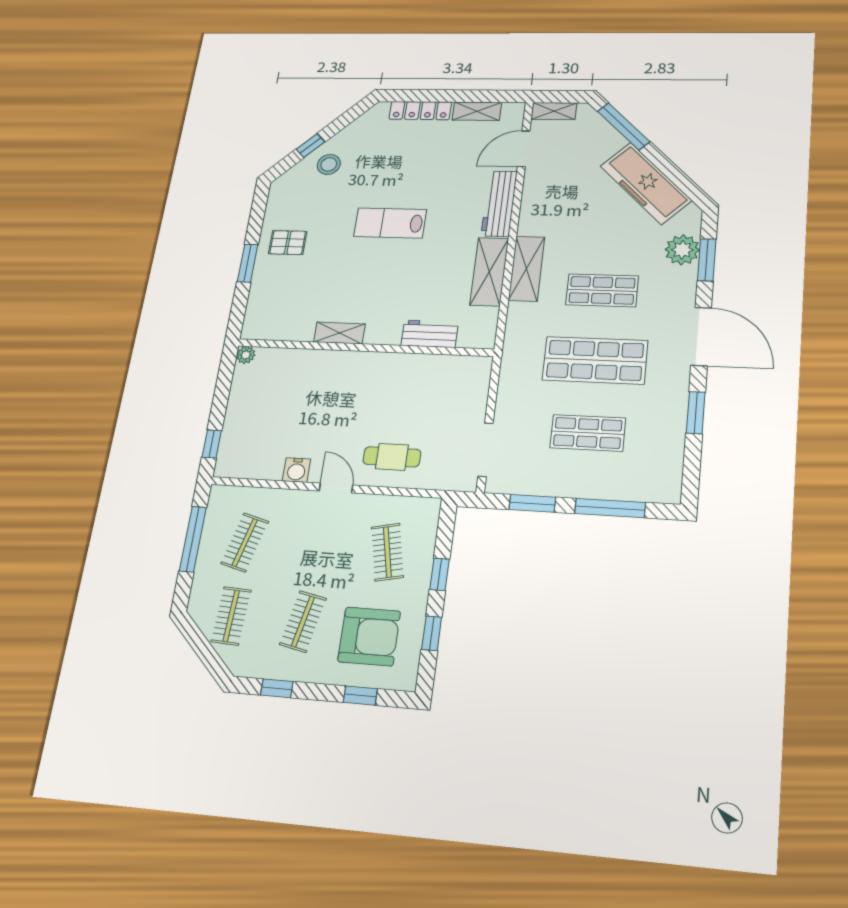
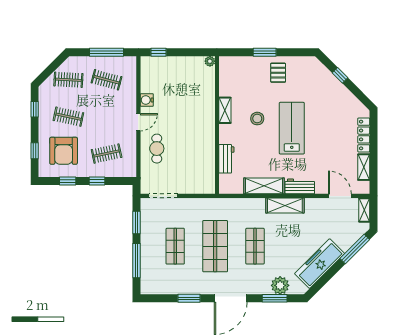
stool: (329, 164) -> (257, 119), moved
workbench: (499, 204) -> (300, 186), width x0.73
lab bench: (390, 223) -> (292, 128), width x1.36, depth x1.39
shelving: (527, 269) -> (285, 205), moved

